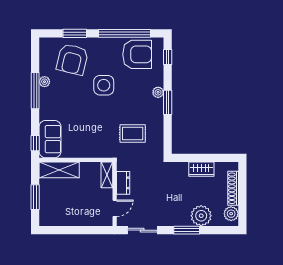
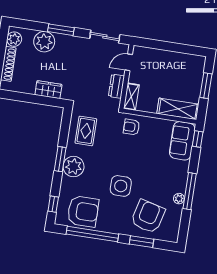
armchair: (137, 54) -> (83, 211), turned 180
plant: (158, 92) -> (74, 167), width x1.88, depth x1.88
rug: (133, 133) -> (86, 131), moved, turned 90
armchair: (102, 145) -> (132, 127), added
wardrobe: (201, 169) -> (48, 90), moved

